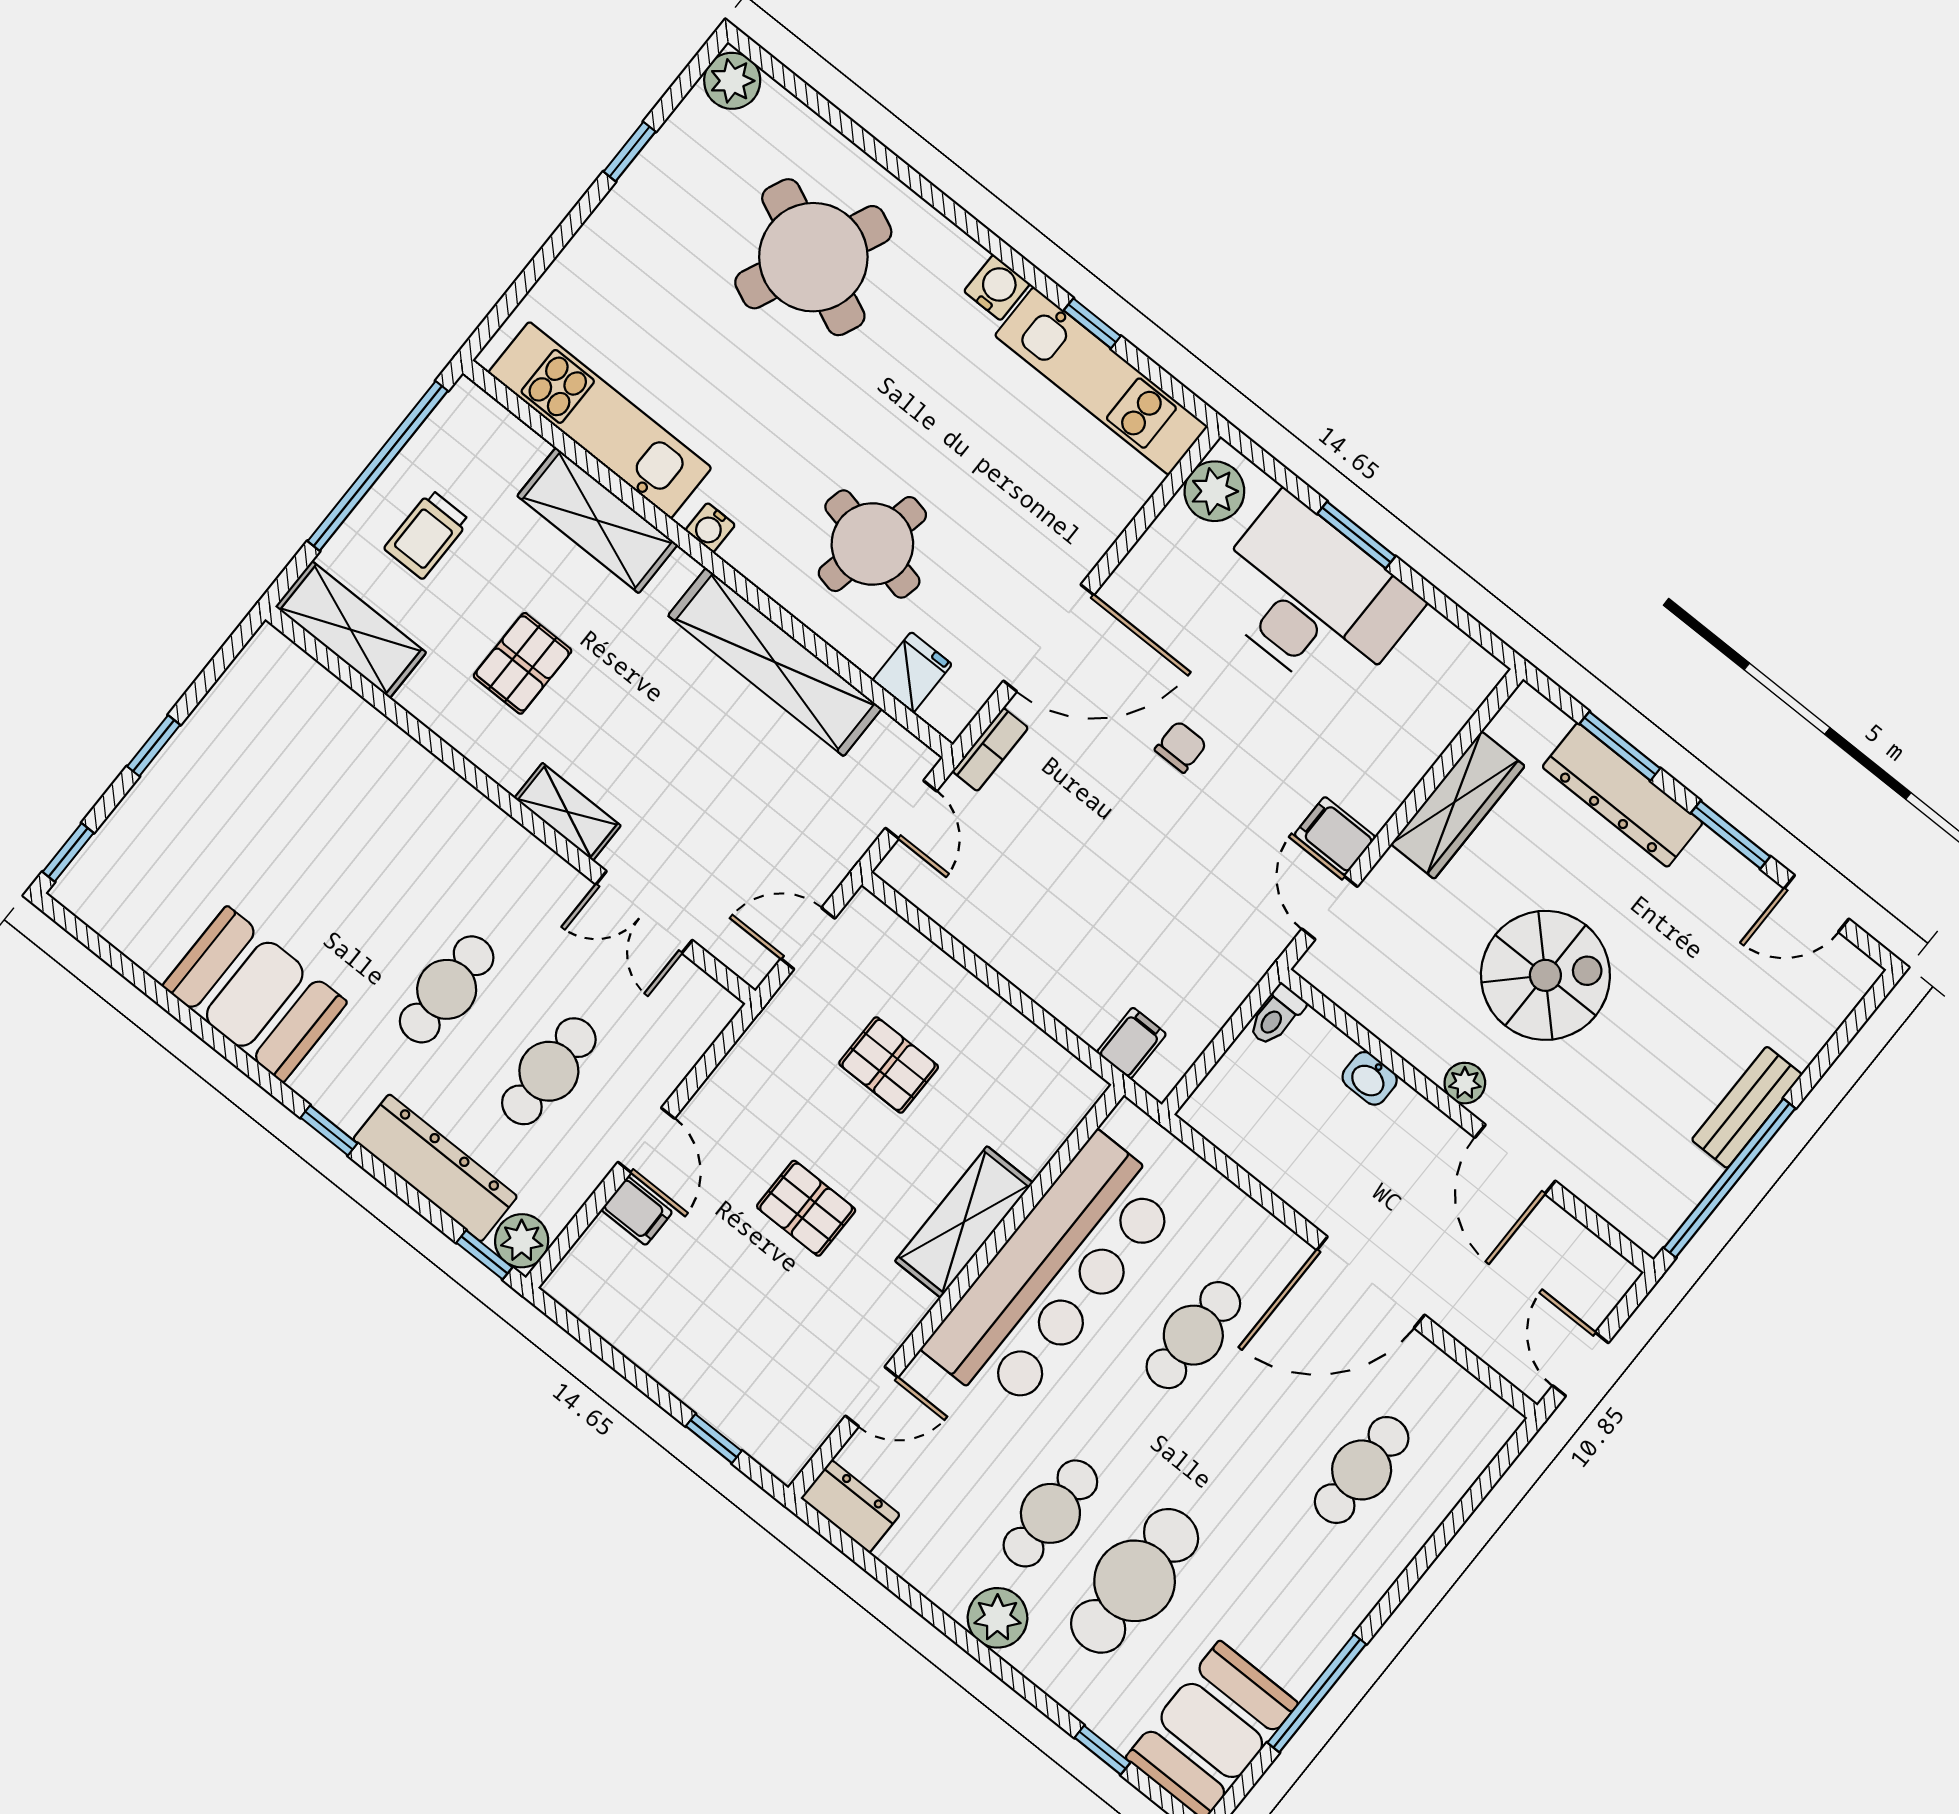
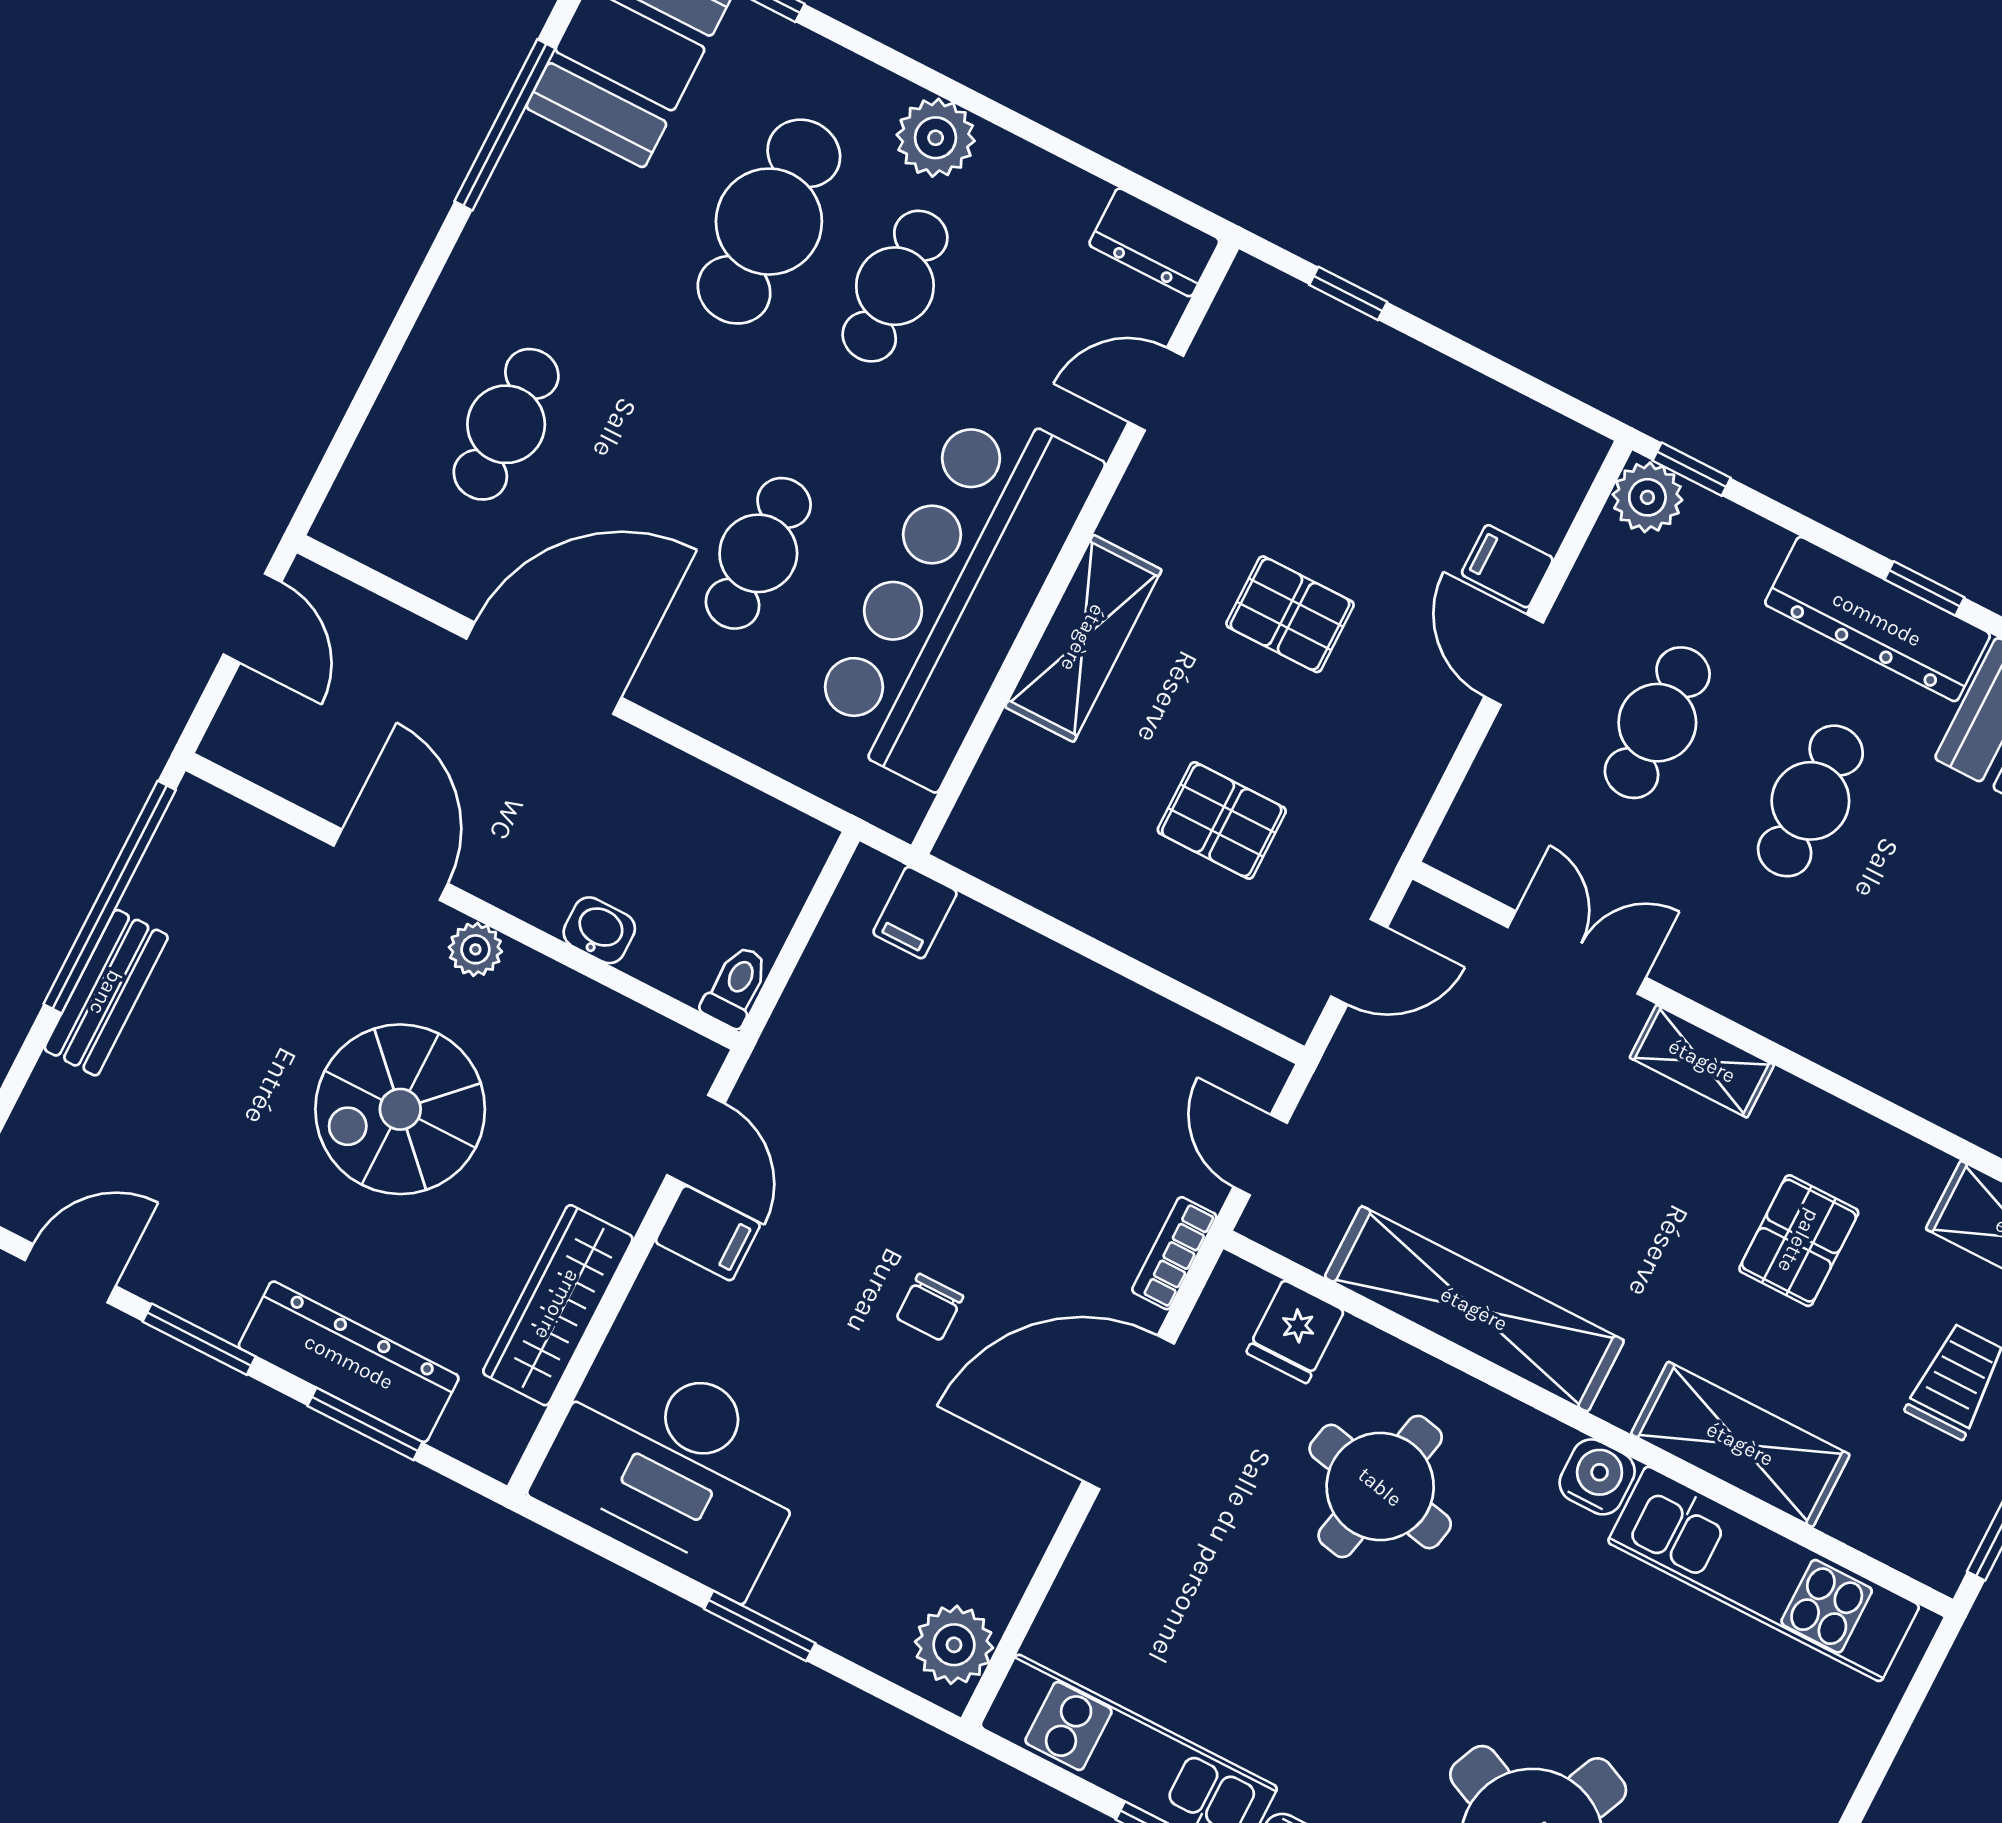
water cooler: (710, 528) -> (1597, 1477), width x1.38, depth x1.38
desk: (1312, 599) -> (676, 1469), moved
dresser: (435, 1168) -> (1877, 619), moved

